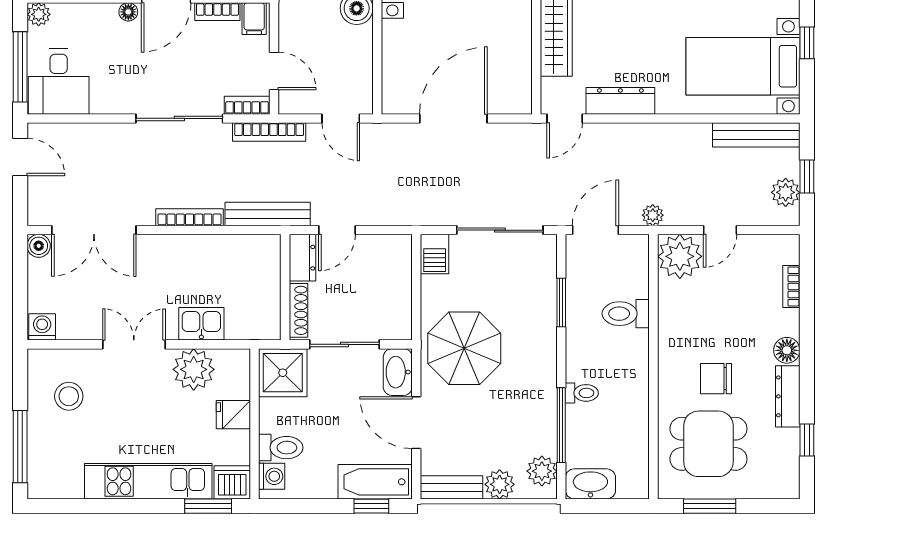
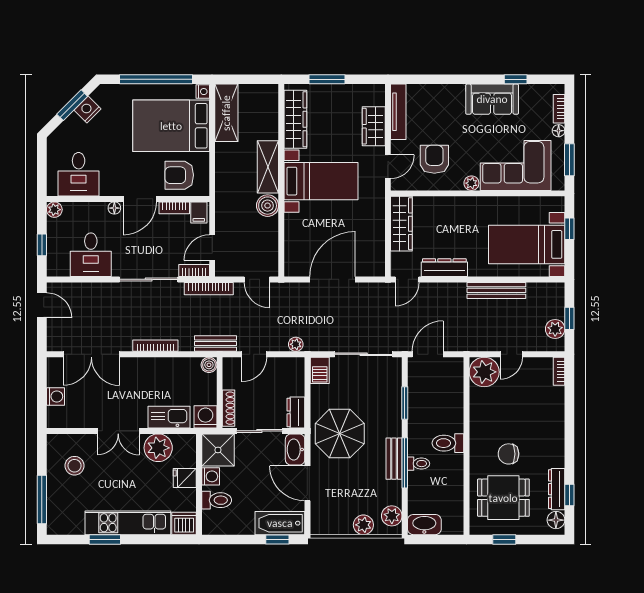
window: (20, 67) -> (42, 245), width x0.46
door: (274, 71) -> (212, 248), swing flipped
desk: (59, 82) -> (91, 255), moved
bench: (756, 135) -> (496, 290), moved
bench: (268, 214) -> (215, 344), width x0.73
plant: (653, 215) -> (296, 344), moved
boiler: (39, 246) -> (209, 365), moved
dresser: (302, 258) -> (296, 412), moved, turned 180
bookcase: (791, 286) -> (559, 371), moved
toilet: (626, 314) -> (448, 443), moved
washing machine: (264, 323) -> (205, 417), added
kitchen sink: (201, 324) -> (169, 417), width x1.38
washing machine: (42, 327) -> (55, 396), moved, turned 90
double door: (134, 344) -> (118, 431), swing flipped
floor lamp: (787, 350) -> (556, 520), moved
dresser: (788, 396) -> (557, 489), moved
window: (561, 425) -> (405, 463), moved
washing machine: (272, 476) -> (211, 476), moved
bench: (451, 487) -> (394, 459), moved, turned 90
window: (208, 506) -> (105, 539), moved
window: (710, 506) -> (504, 539), width x0.67

